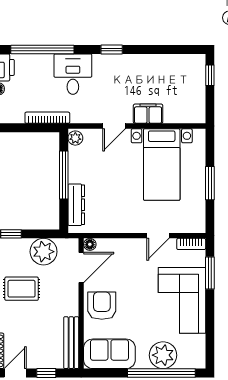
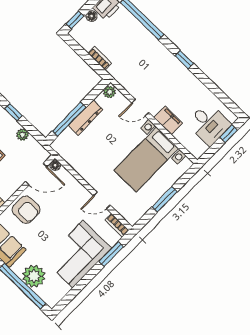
desk: (73, 74) -> (209, 124), moved, turned 90
bookcase: (47, 118) -> (100, 58), width x0.64
window: (64, 175) -> (69, 119), moved
dresser: (76, 205) -> (86, 118), moved
plant: (44, 252) -> (23, 135), width x0.53, depth x0.53
armchair: (102, 306) -> (26, 210), turned 90

